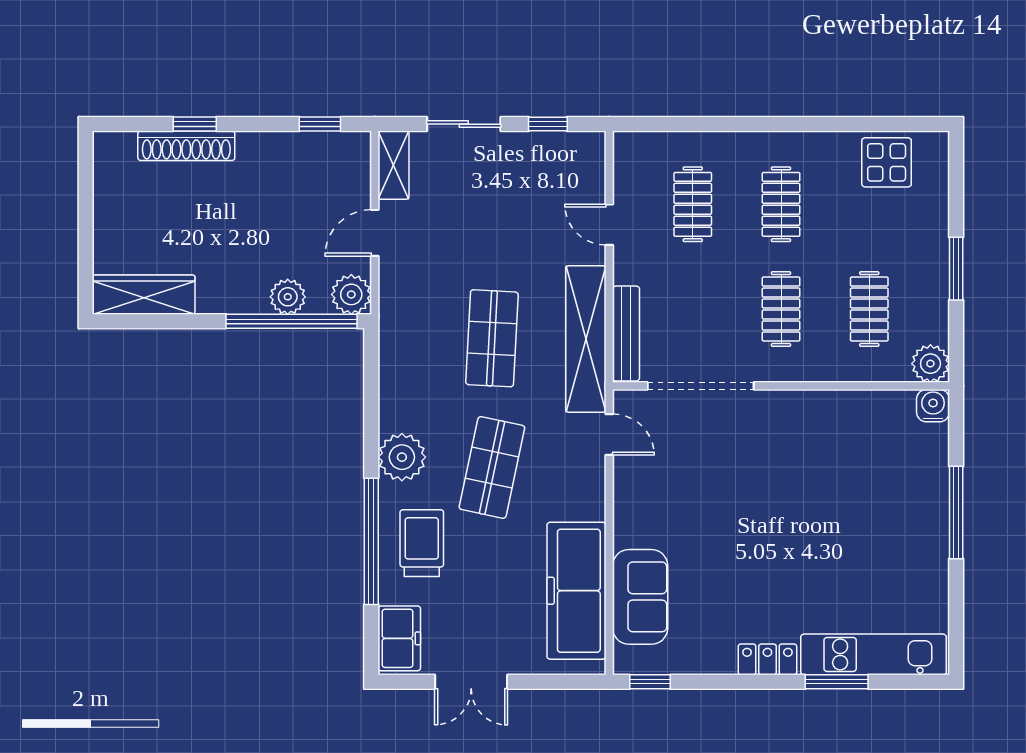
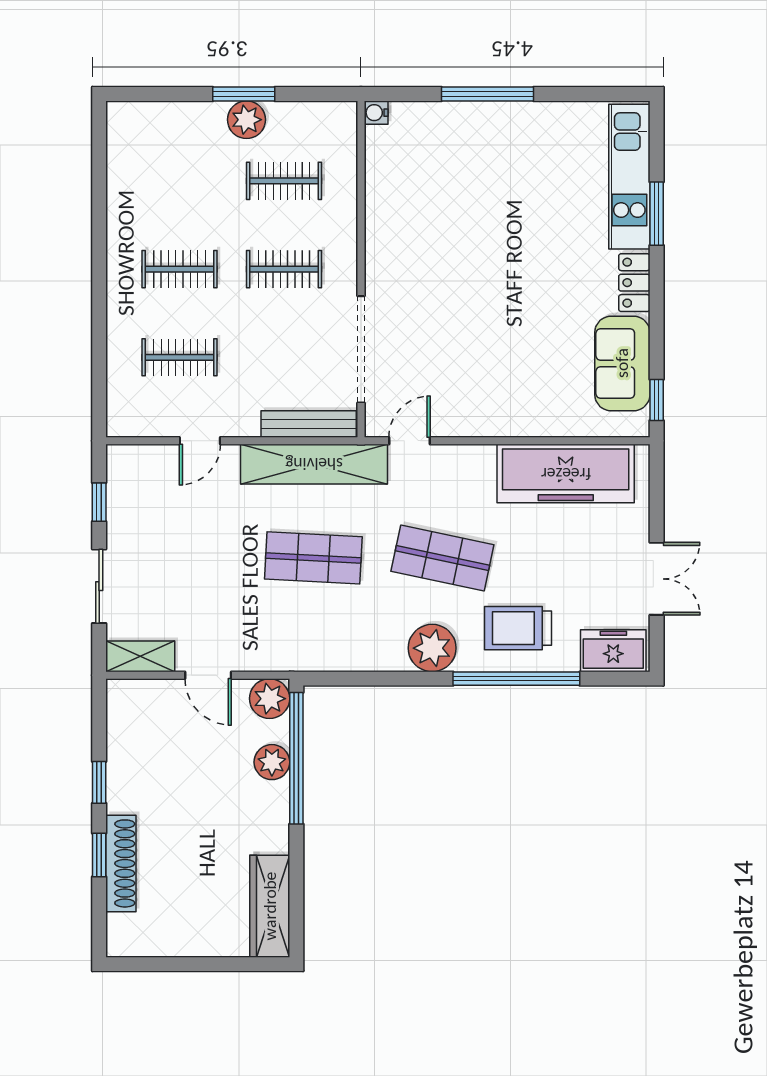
window: (320, 124) -> (99, 782), moved
display table: (887, 162) -> (138, 164), removed
plant: (930, 364) -> (247, 120), moved
water cooler: (933, 406) -> (376, 113), width x0.72, depth x0.72
sofa: (640, 597) -> (622, 363), moved, turned -90

